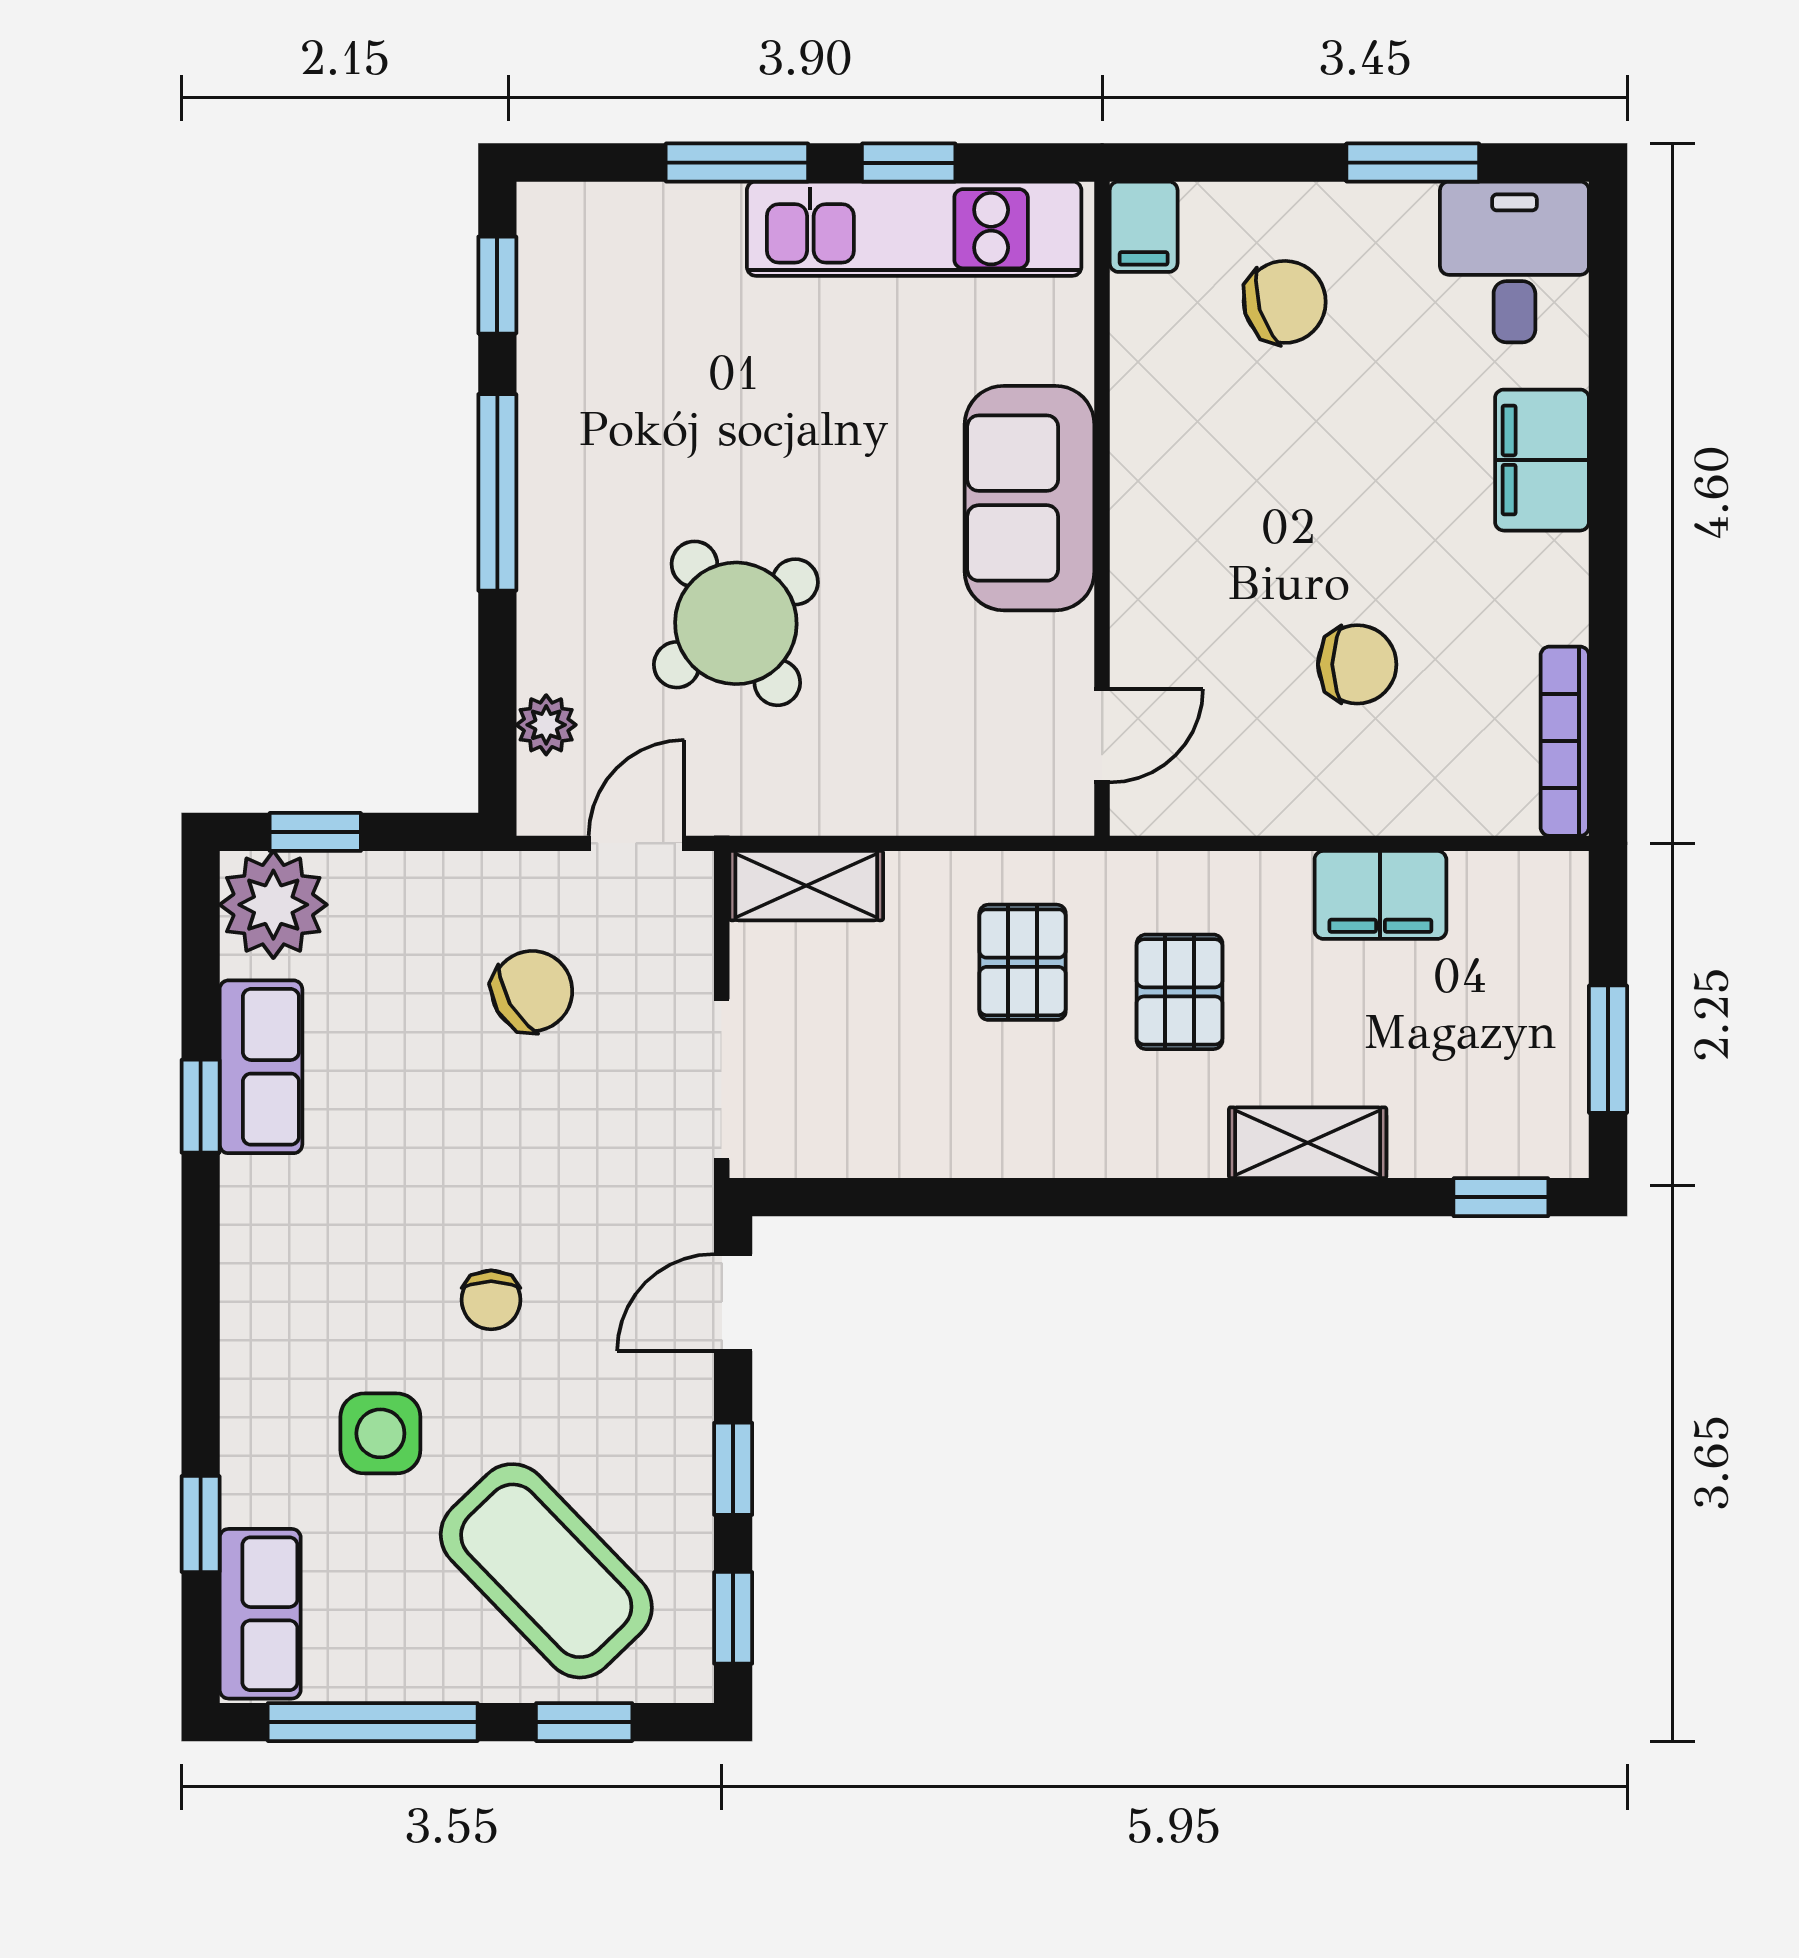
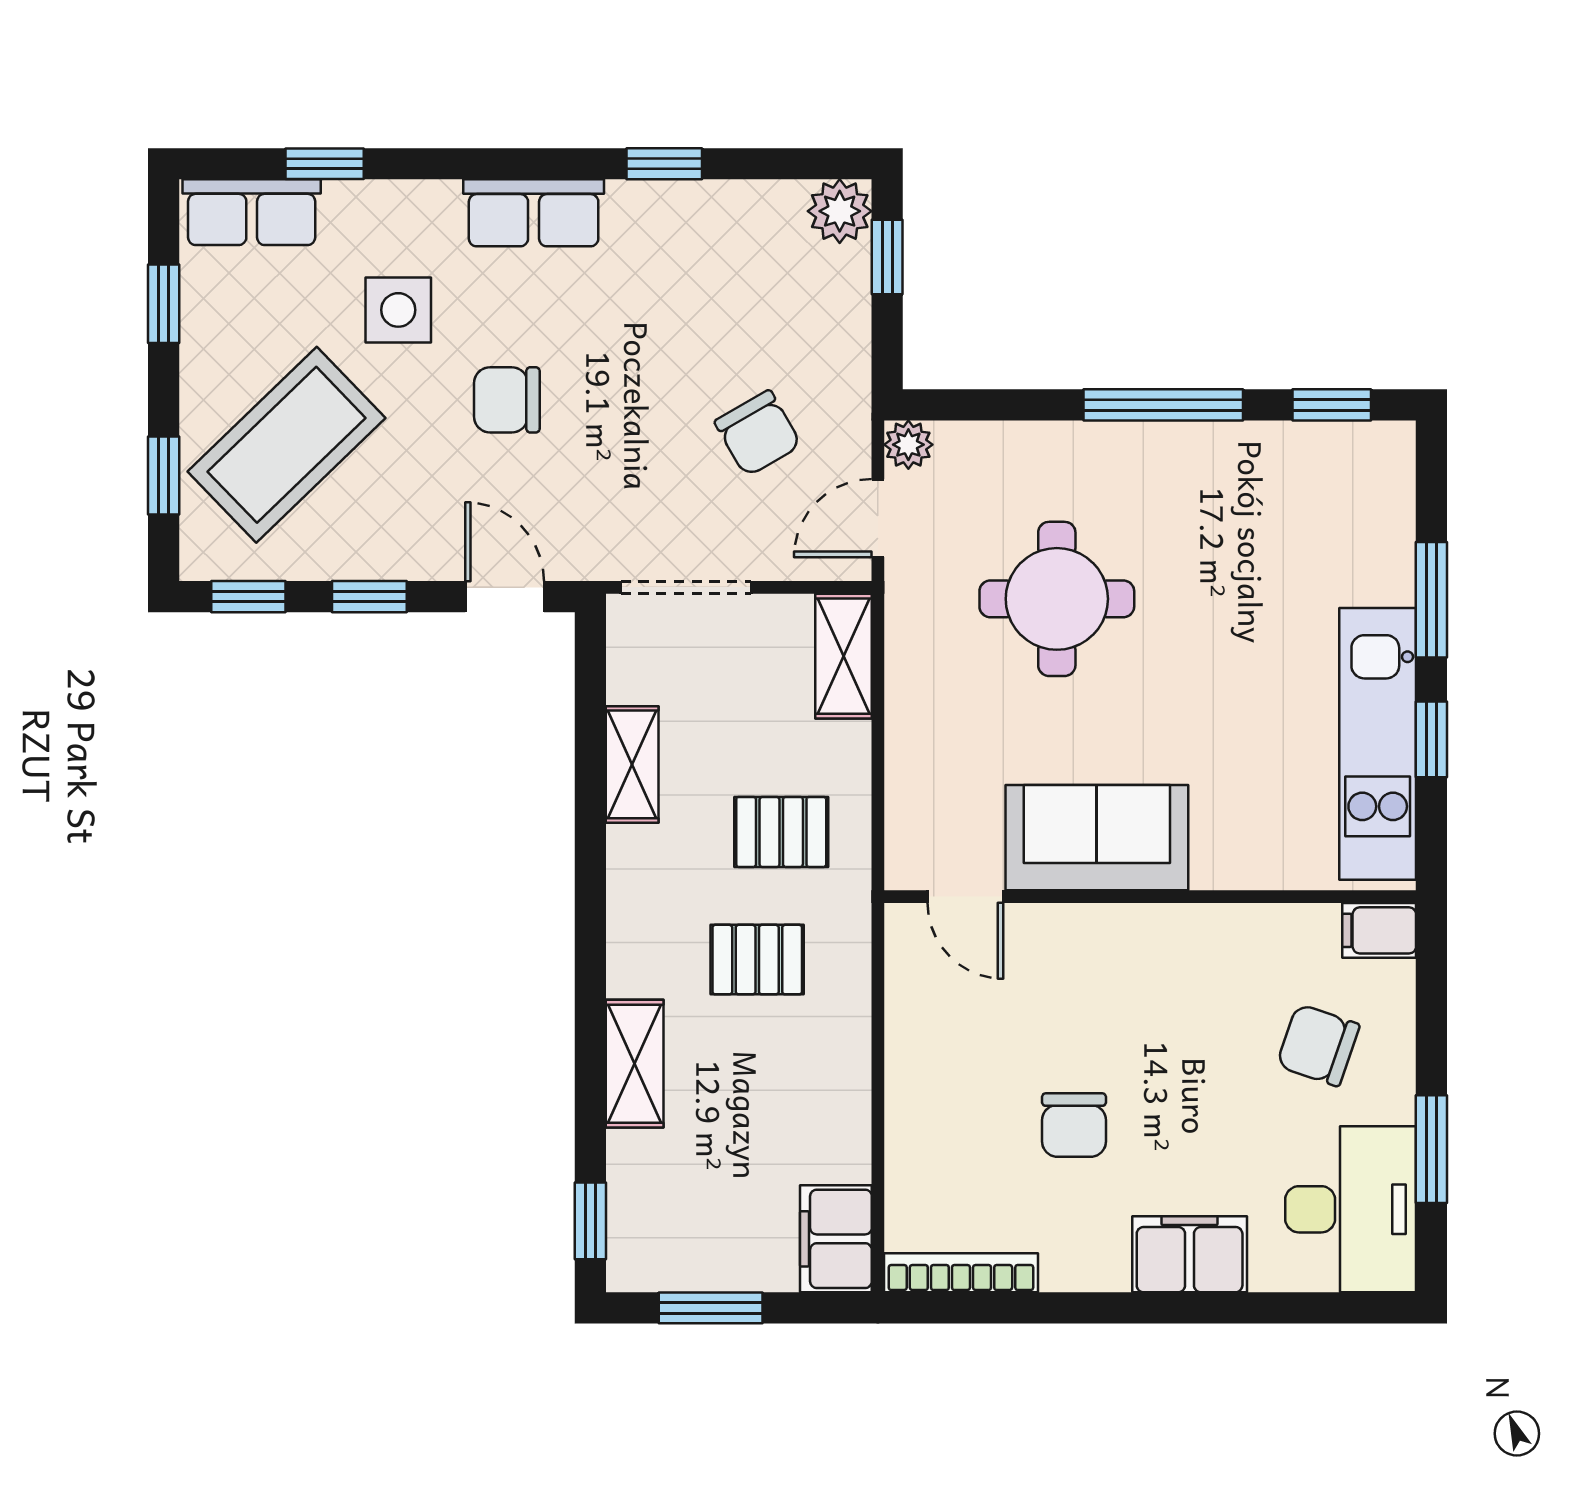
desk: (1514, 262) -> (1351, 1209), width x1.37
chair: (1285, 302) -> (1318, 1045), turned 126
sofa: (1030, 498) -> (1097, 838), moved
round table: (736, 623) -> (1057, 599), turned 35
chair: (1357, 664) -> (1074, 1125), moved
plant: (546, 725) -> (908, 445), moved
door: (637, 843) -> (878, 518), swing flipped
filing cabinet: (1380, 895) -> (836, 1239), moved
plant: (273, 905) -> (840, 211), width x0.73, depth x0.73
row of seats: (261, 1067) -> (534, 213), moved
shelving: (940, 1146) -> (632, 764), added
chair: (491, 1300) -> (507, 400), width x1.37, depth x1.37
window: (373, 1722) -> (164, 304), width x0.46

